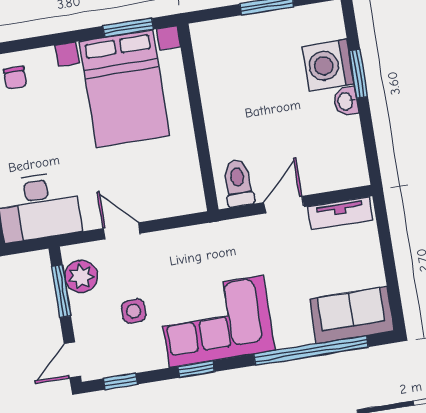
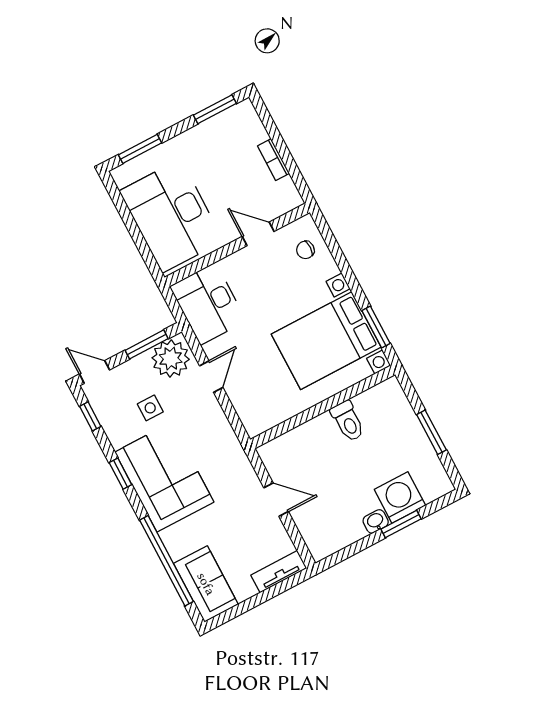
toilet: (238, 183) -> (348, 421), moved, turned 90
tv unit: (340, 213) -> (279, 572), moved, turned 90
plant: (81, 276) -> (171, 359), width x1.36, depth x1.36

